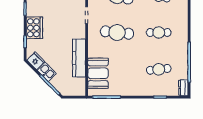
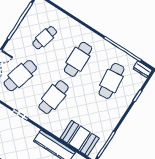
cafe table: (159, 32) -> (78, 59), width x1.37, depth x1.35
cafe table: (159, 69) -> (111, 81), width x1.37, depth x1.35

